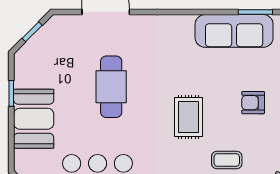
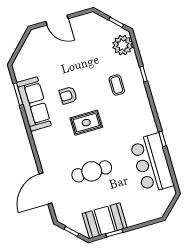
armchair: (253, 103) -> (68, 95), moved, turned 90
rug: (189, 117) -> (86, 123), moved
booth: (34, 119) -> (105, 221), moved

